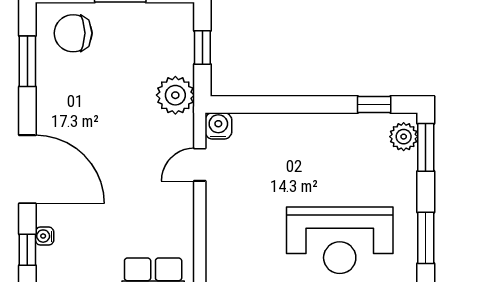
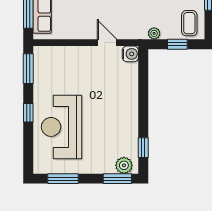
coffee table: (167, 28) -> (189, 23), added
plant: (175, 95) -> (154, 33), width x0.53, depth x0.53

